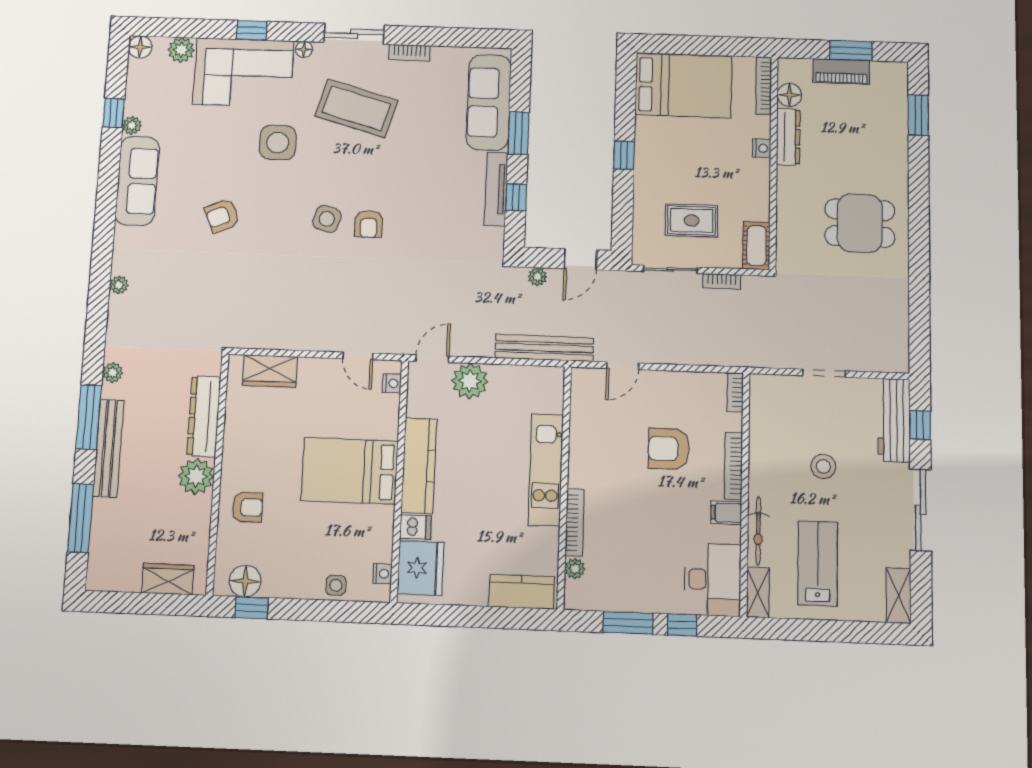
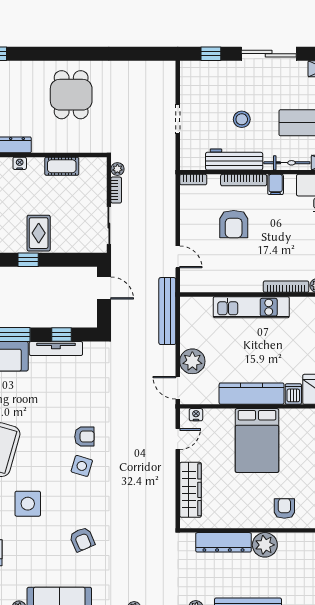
rug: (692, 220) -> (39, 233), moved
cot: (756, 246) -> (62, 166), moved
plant: (537, 277) -> (117, 169), moved
wardrobe: (270, 371) -> (191, 490), width x1.50
workbench: (894, 420) -> (234, 159), moved, turned 180

